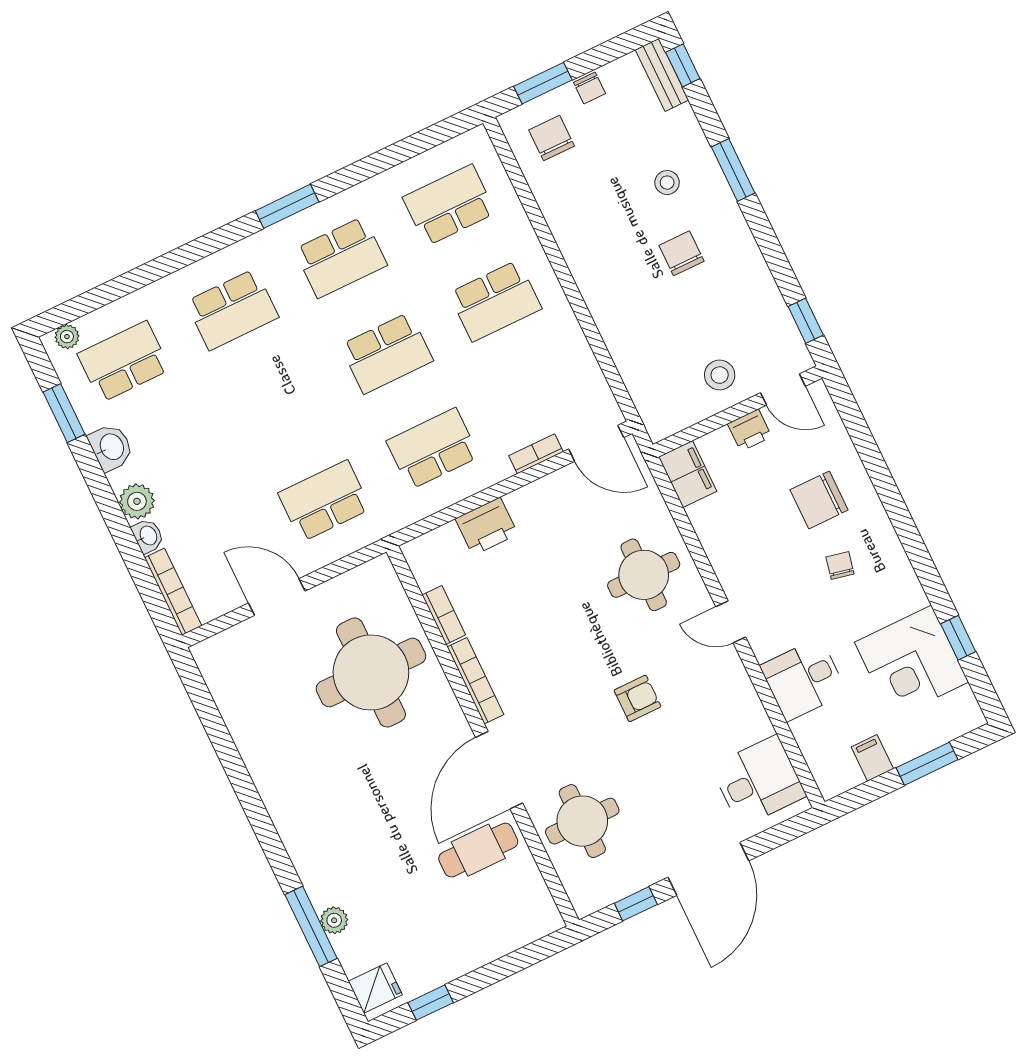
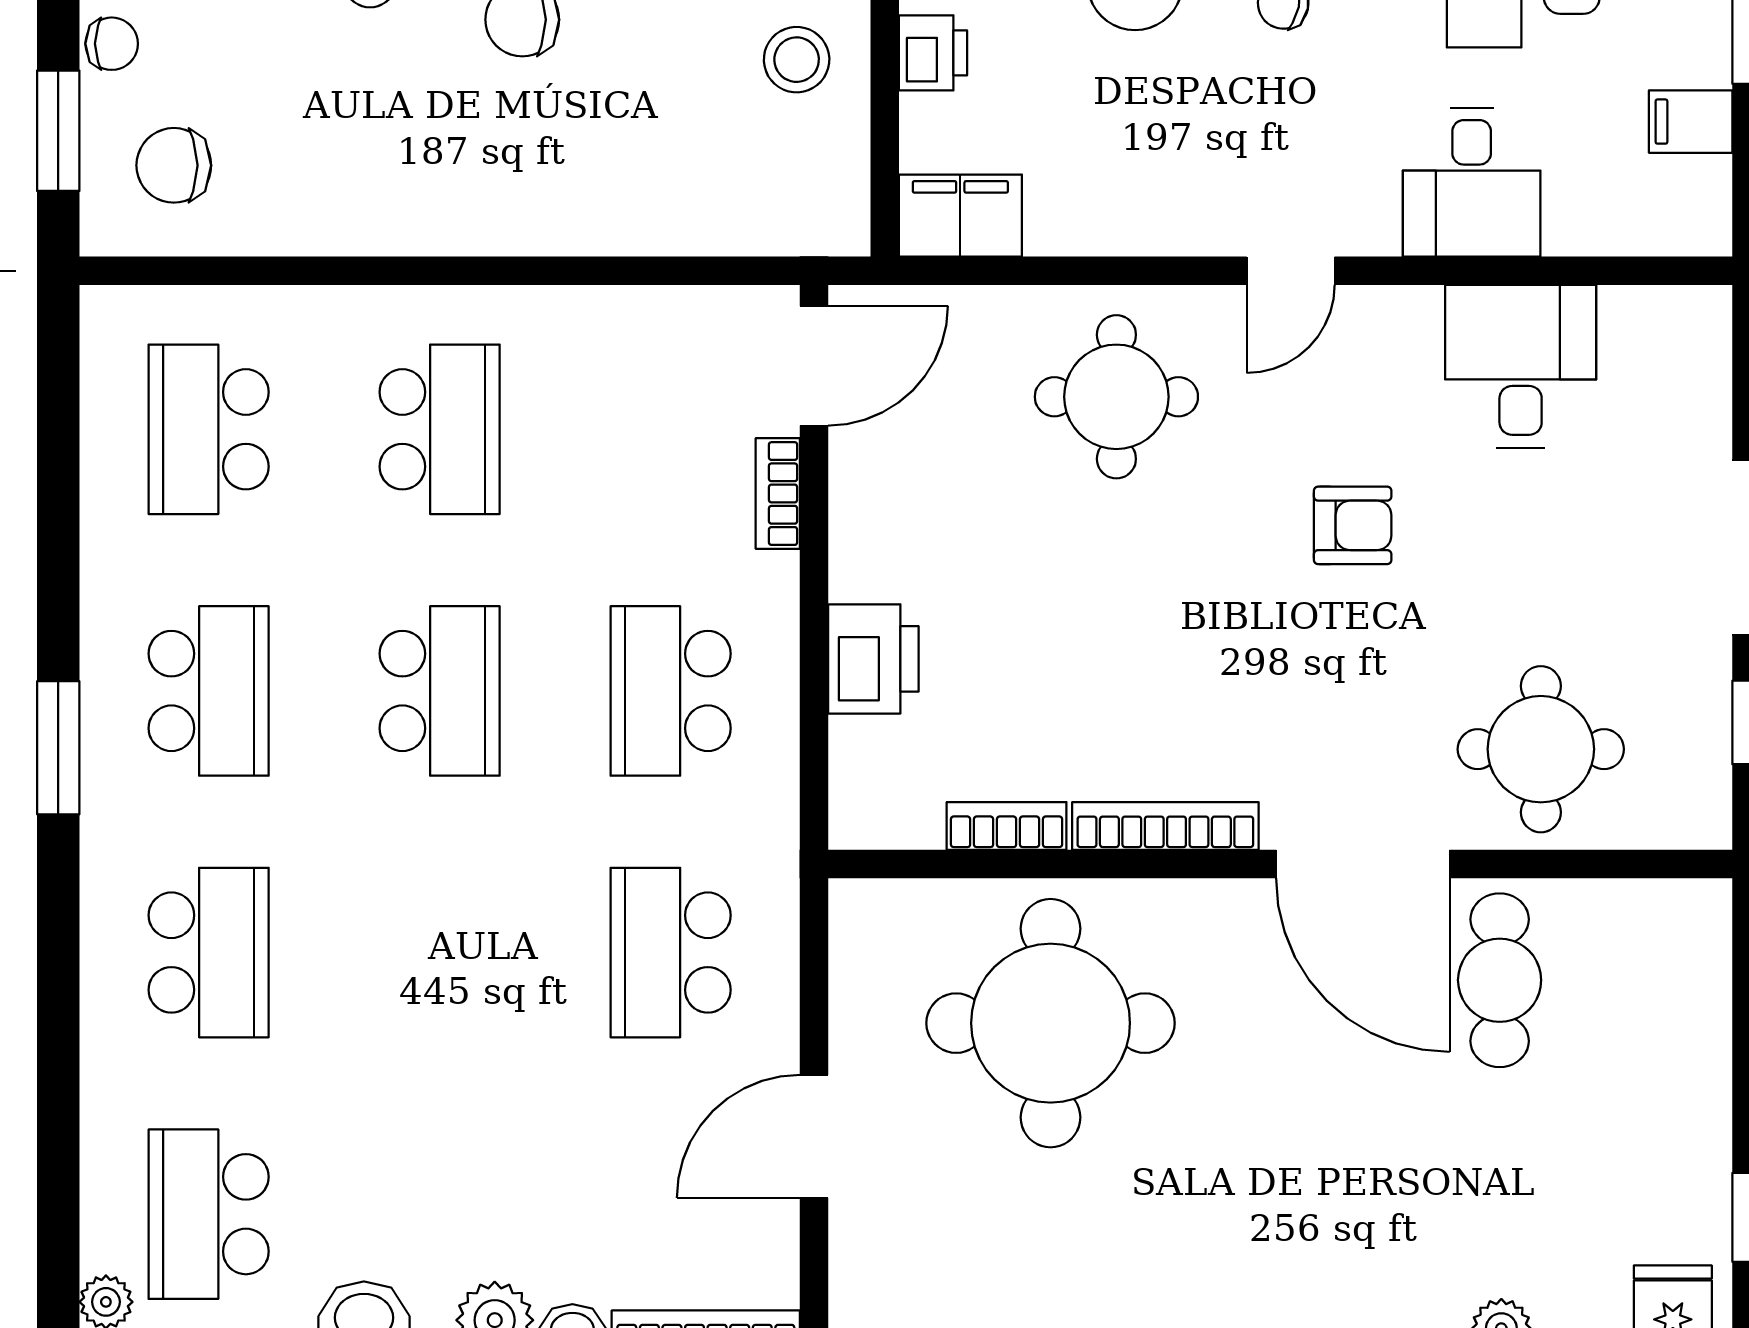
armchair: (637, 698) -> (1353, 525), turned 90
desk: (758, 781) -> (1521, 366), moved

